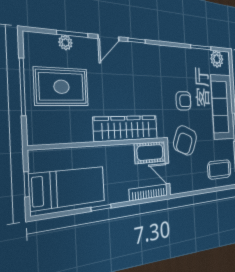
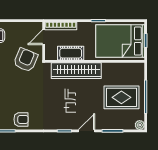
plant: (65, 43) -> (140, 125), moved
armchair: (184, 101) -> (21, 119), moved, turned 180
cot: (150, 152) -> (71, 53), moved
door: (167, 173) -> (44, 37), swing flipped
bed: (68, 188) -> (120, 41), width x1.50

